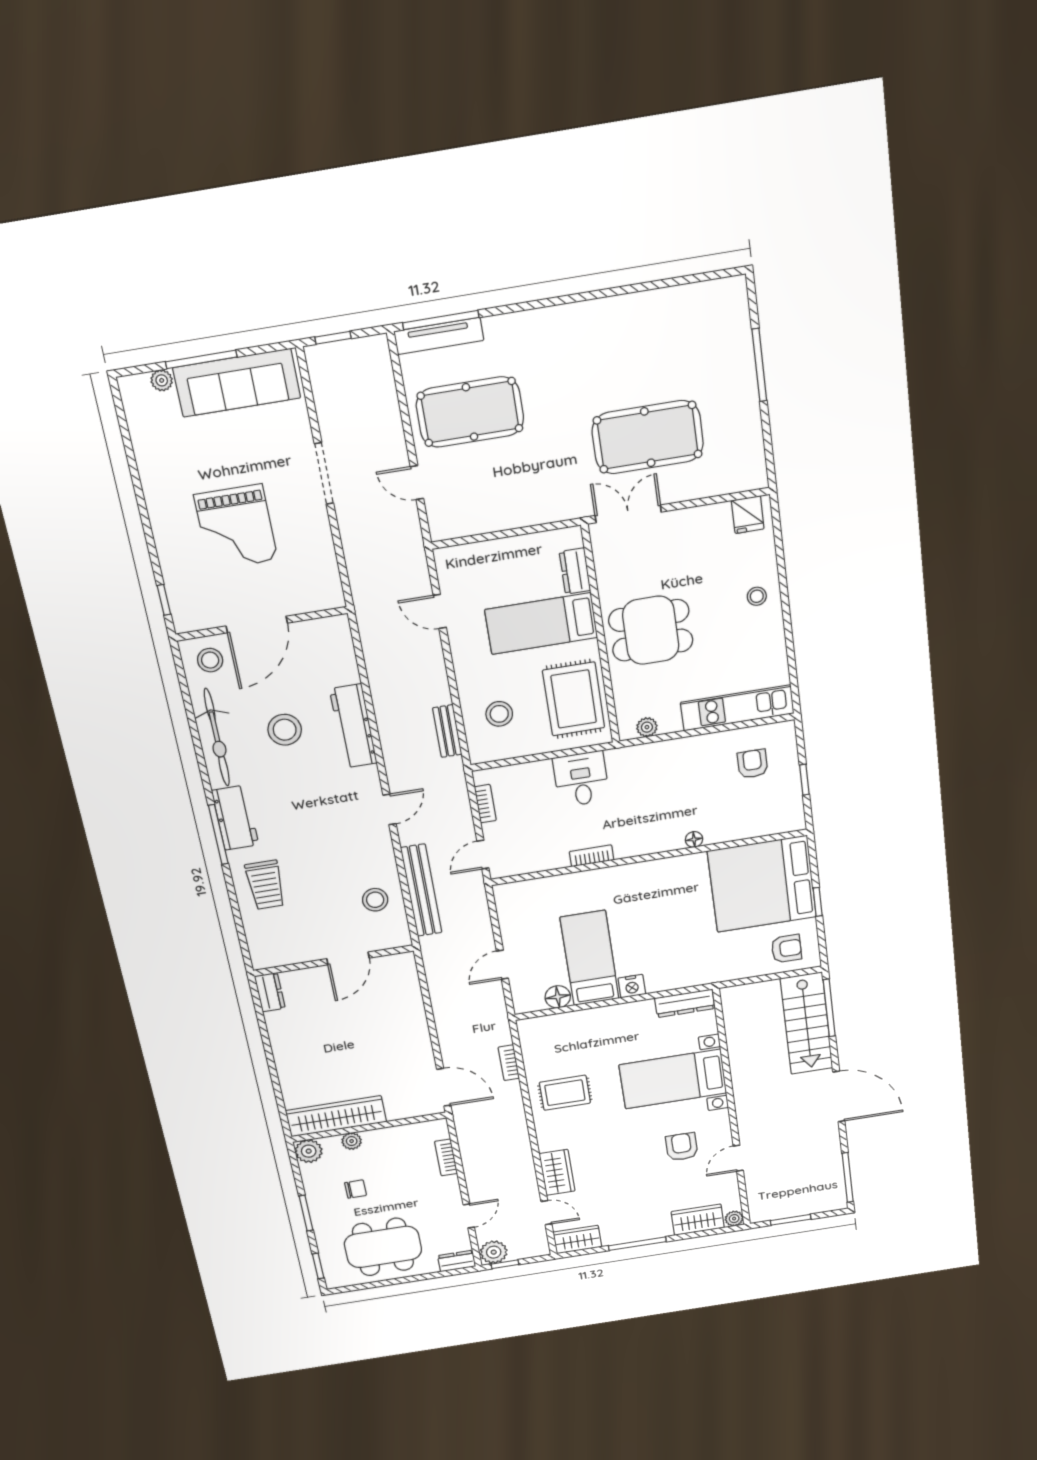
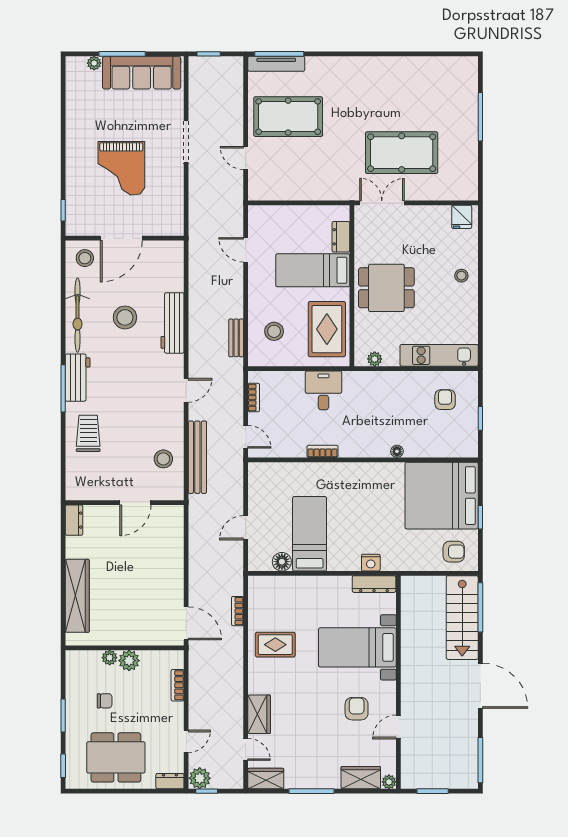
door: (483, 855) -> (246, 437), swing flipped
trolley: (265, 885) -> (88, 433), turned 180
nightstand: (632, 986) -> (371, 563), moved
wardrobe: (336, 1116) -> (77, 596), moved, turned 90
plant: (309, 1151) -> (129, 661), moved

